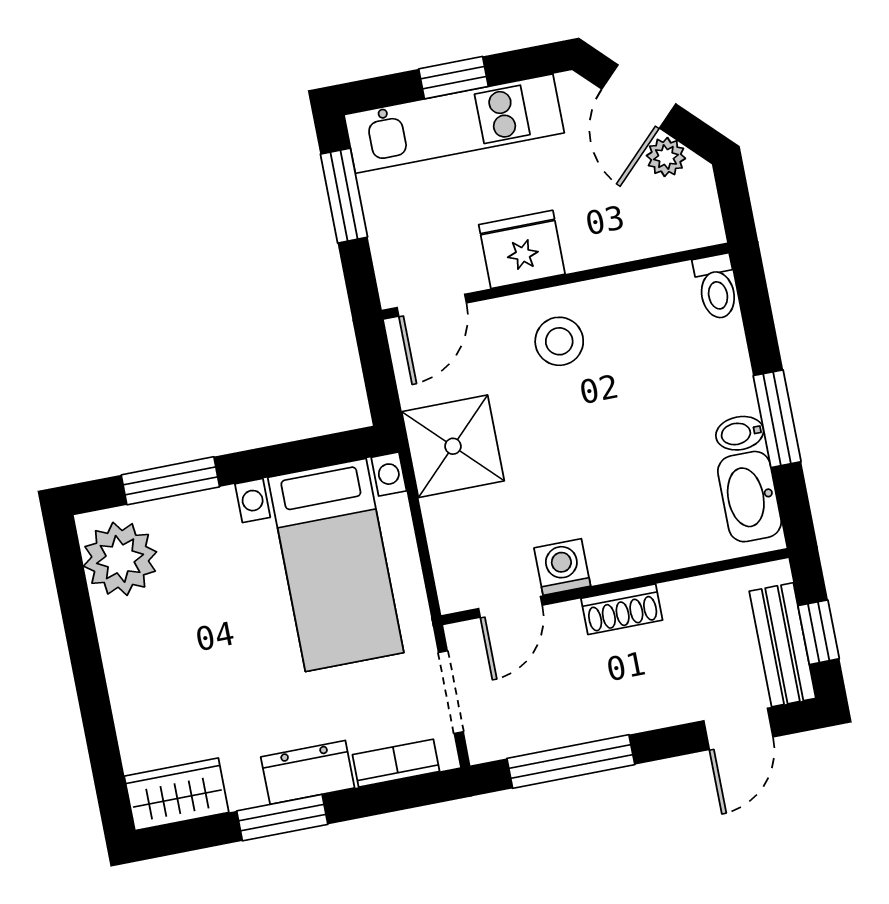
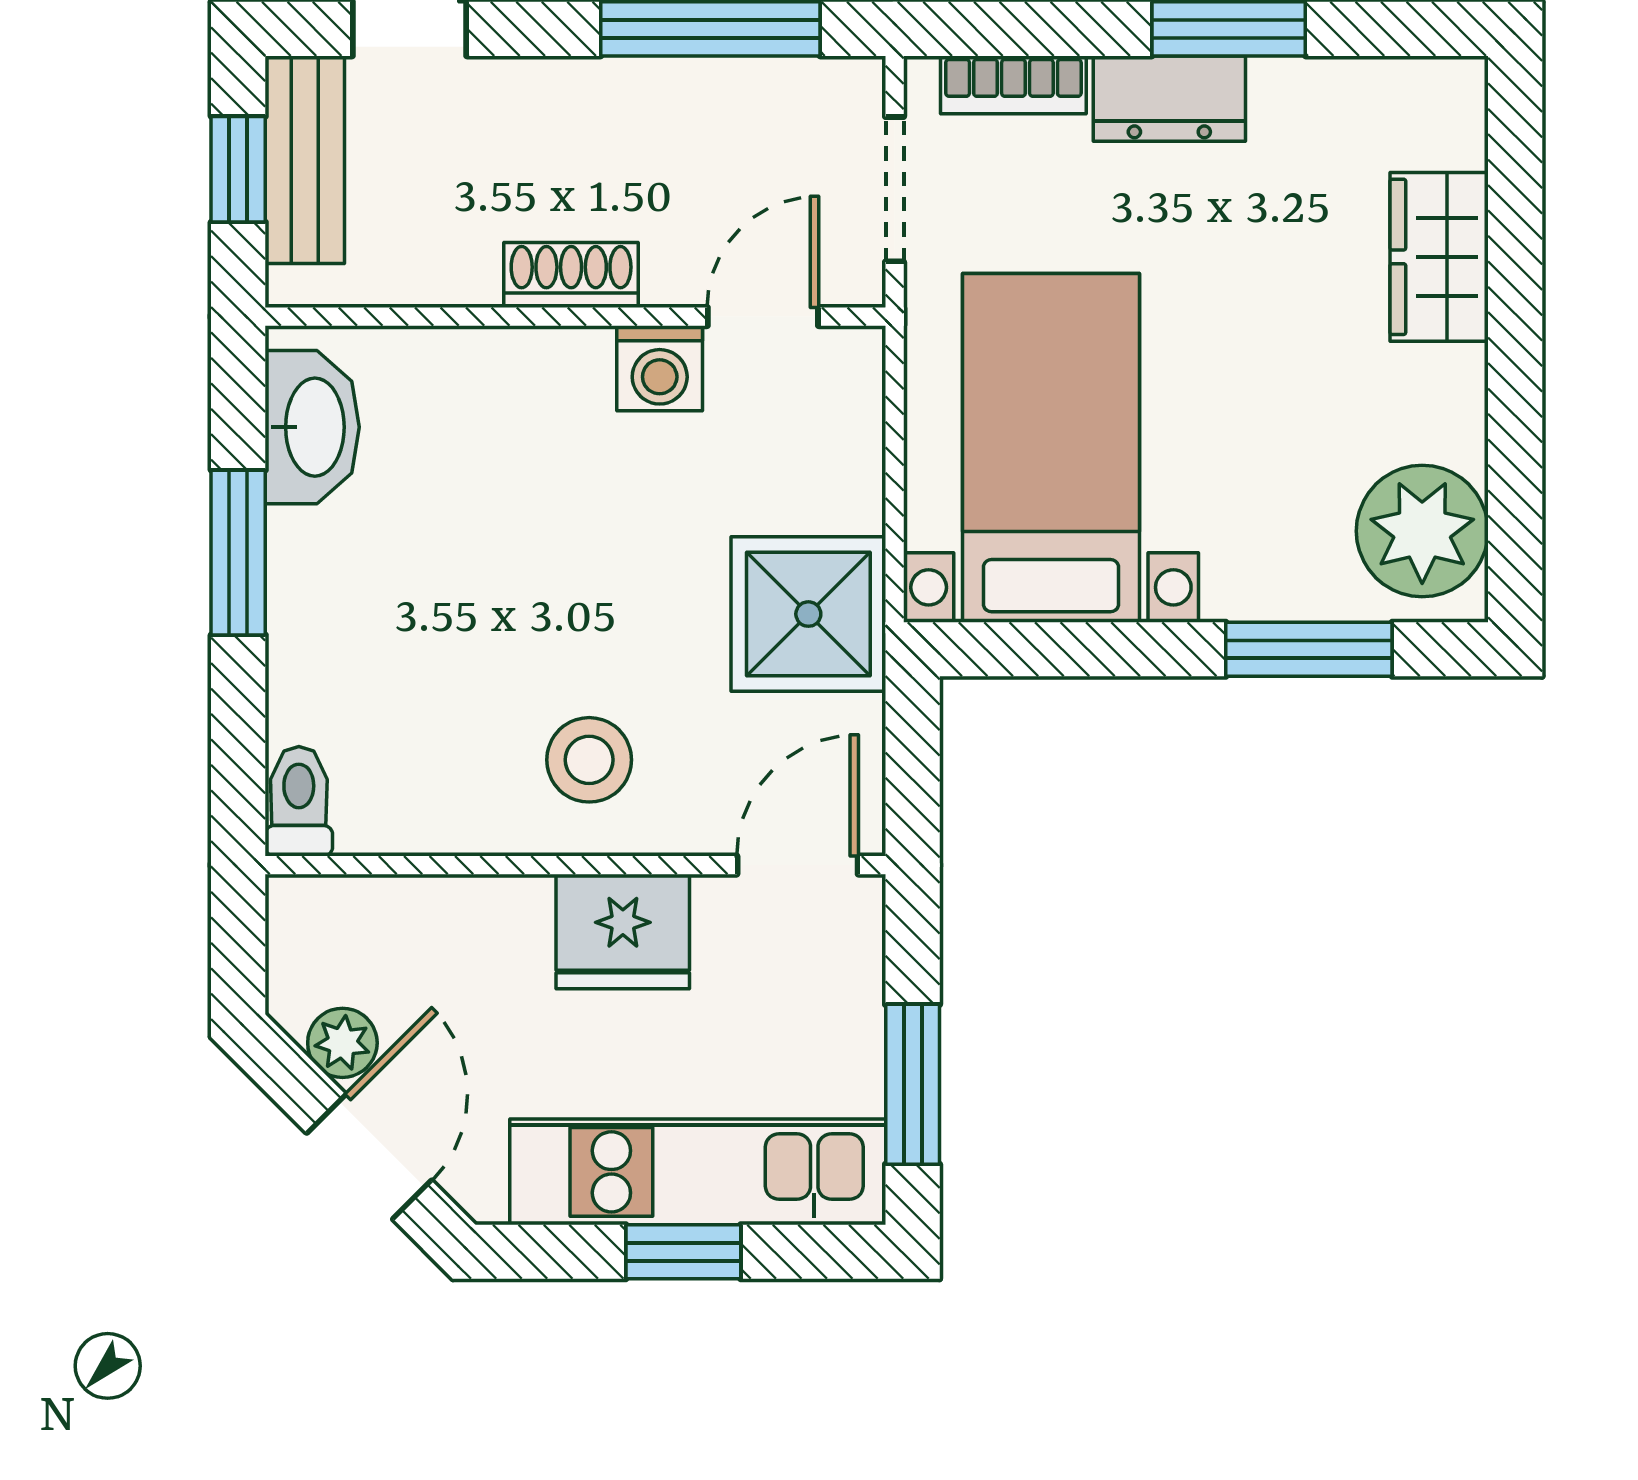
bidet: (740, 433) -> (308, 540), removed
wardrobe: (177, 794) -> (1439, 257), moved, turned 90

